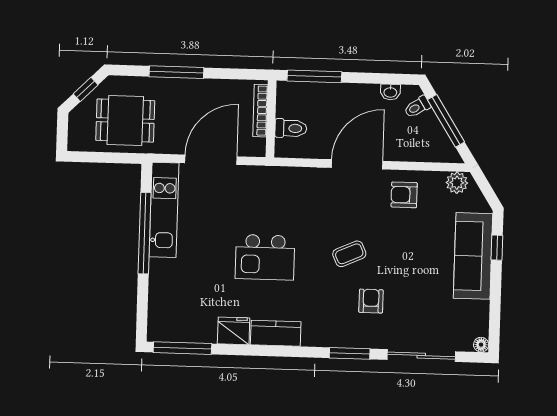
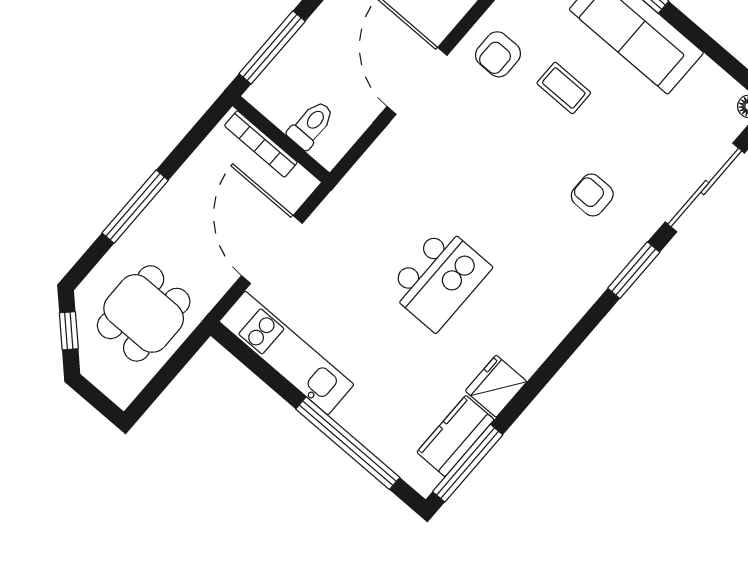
window: (145, 233) -> (348, 443), moved
coffee table: (349, 254) -> (564, 88), moved, turned -66
kitchen counter: (276, 333) -> (455, 436), moved

